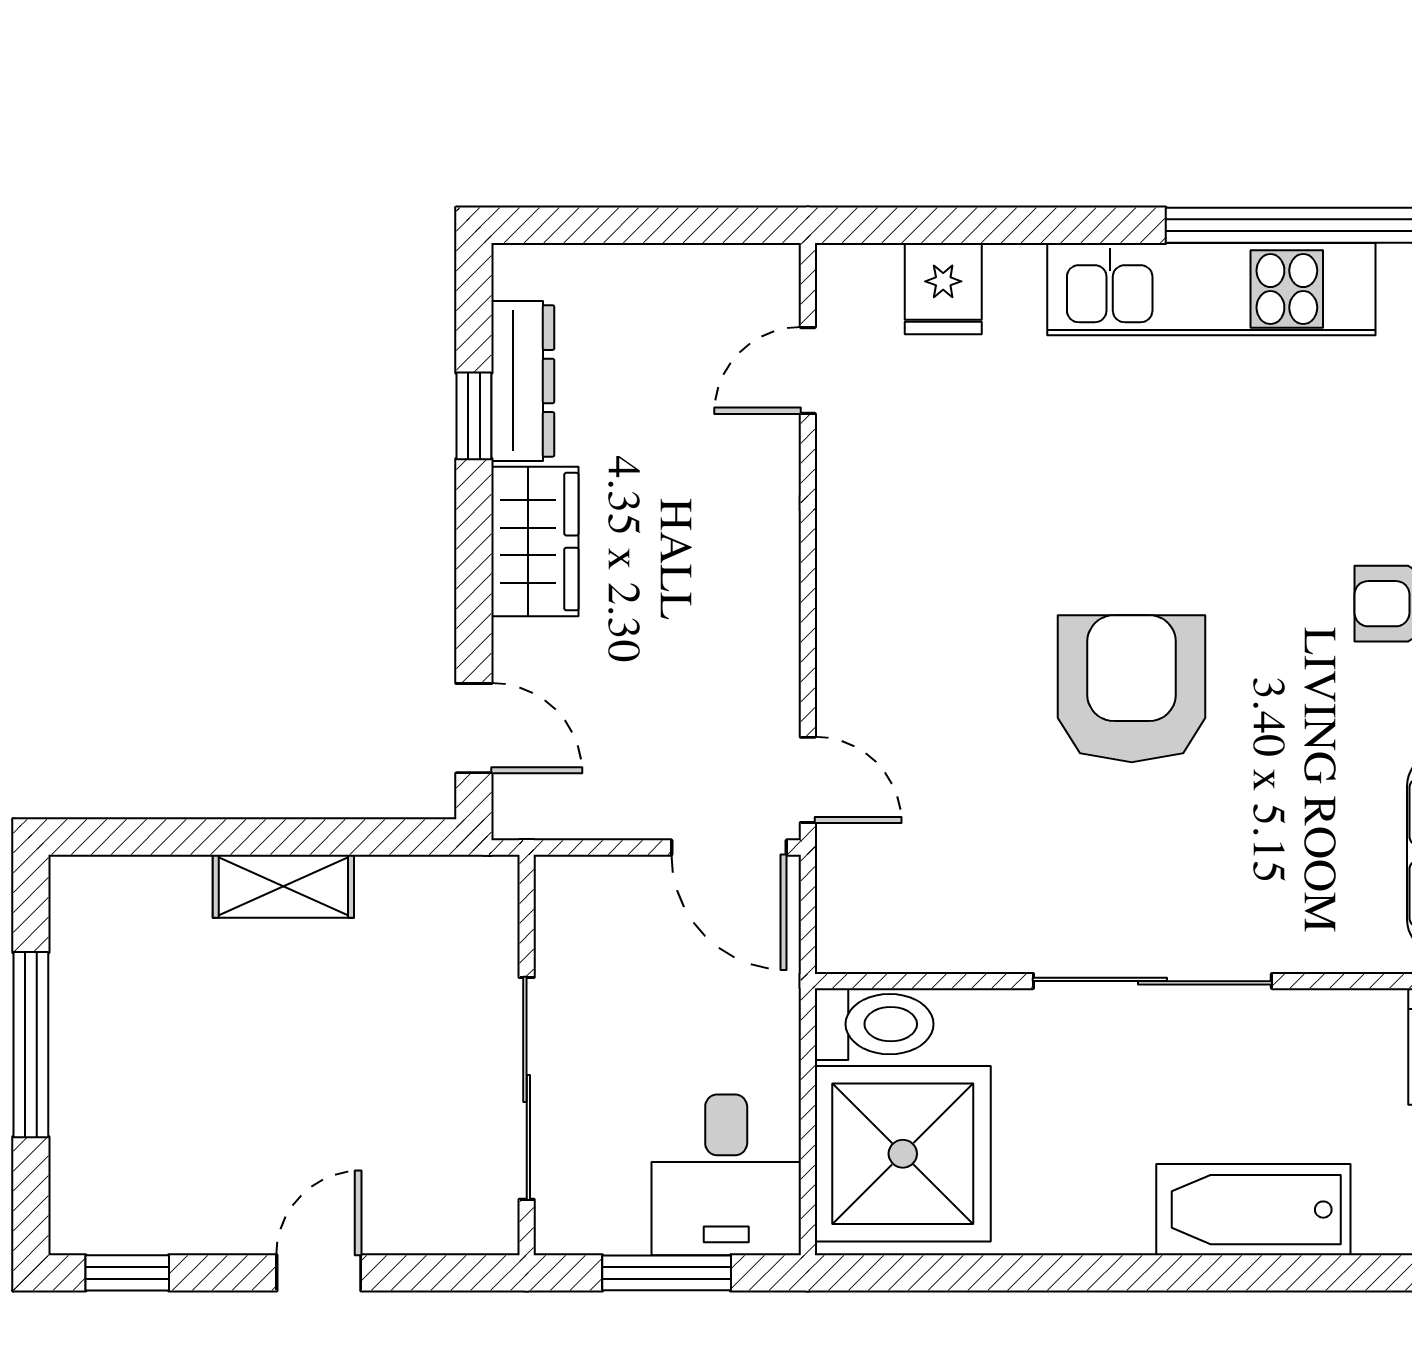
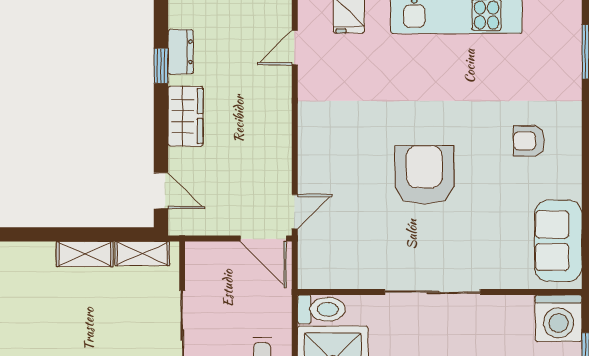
dresser: (523, 381) -> (181, 52), width x0.70
door: (808, 780) -> (295, 211), hinge flipped
shelving: (427, 885) -> (142, 254), added

